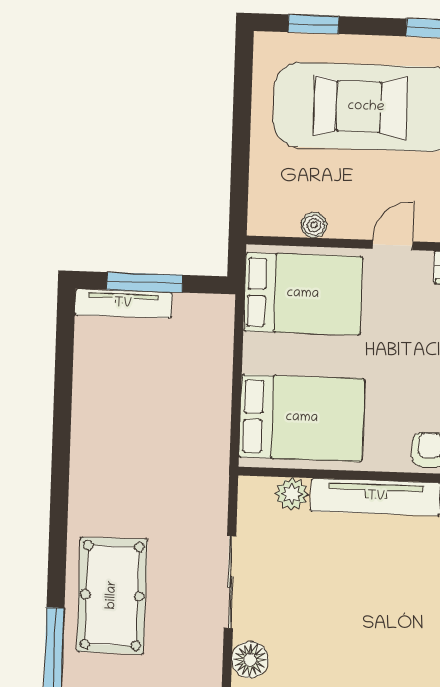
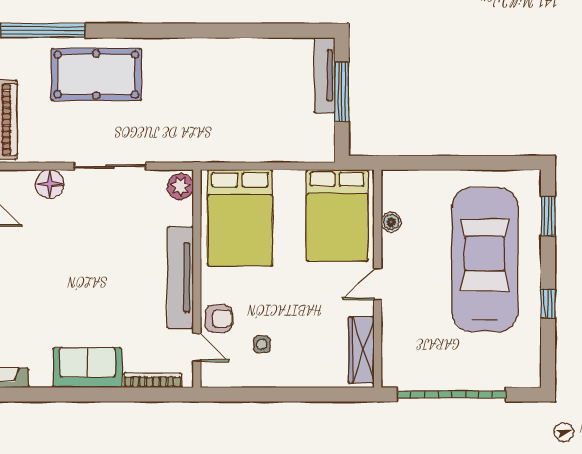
door: (393, 245) -> (378, 284), swing flipped
plant: (292, 494) -> (180, 186), moved

